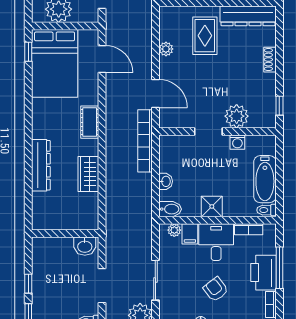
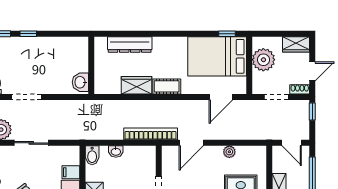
wardrobe: (88, 174) -> (137, 85), moved
plant: (174, 230) -> (74, 159), removed
wall: (65, 234) -> (91, 65), moved
washbasin: (85, 246) -> (80, 82), moved

